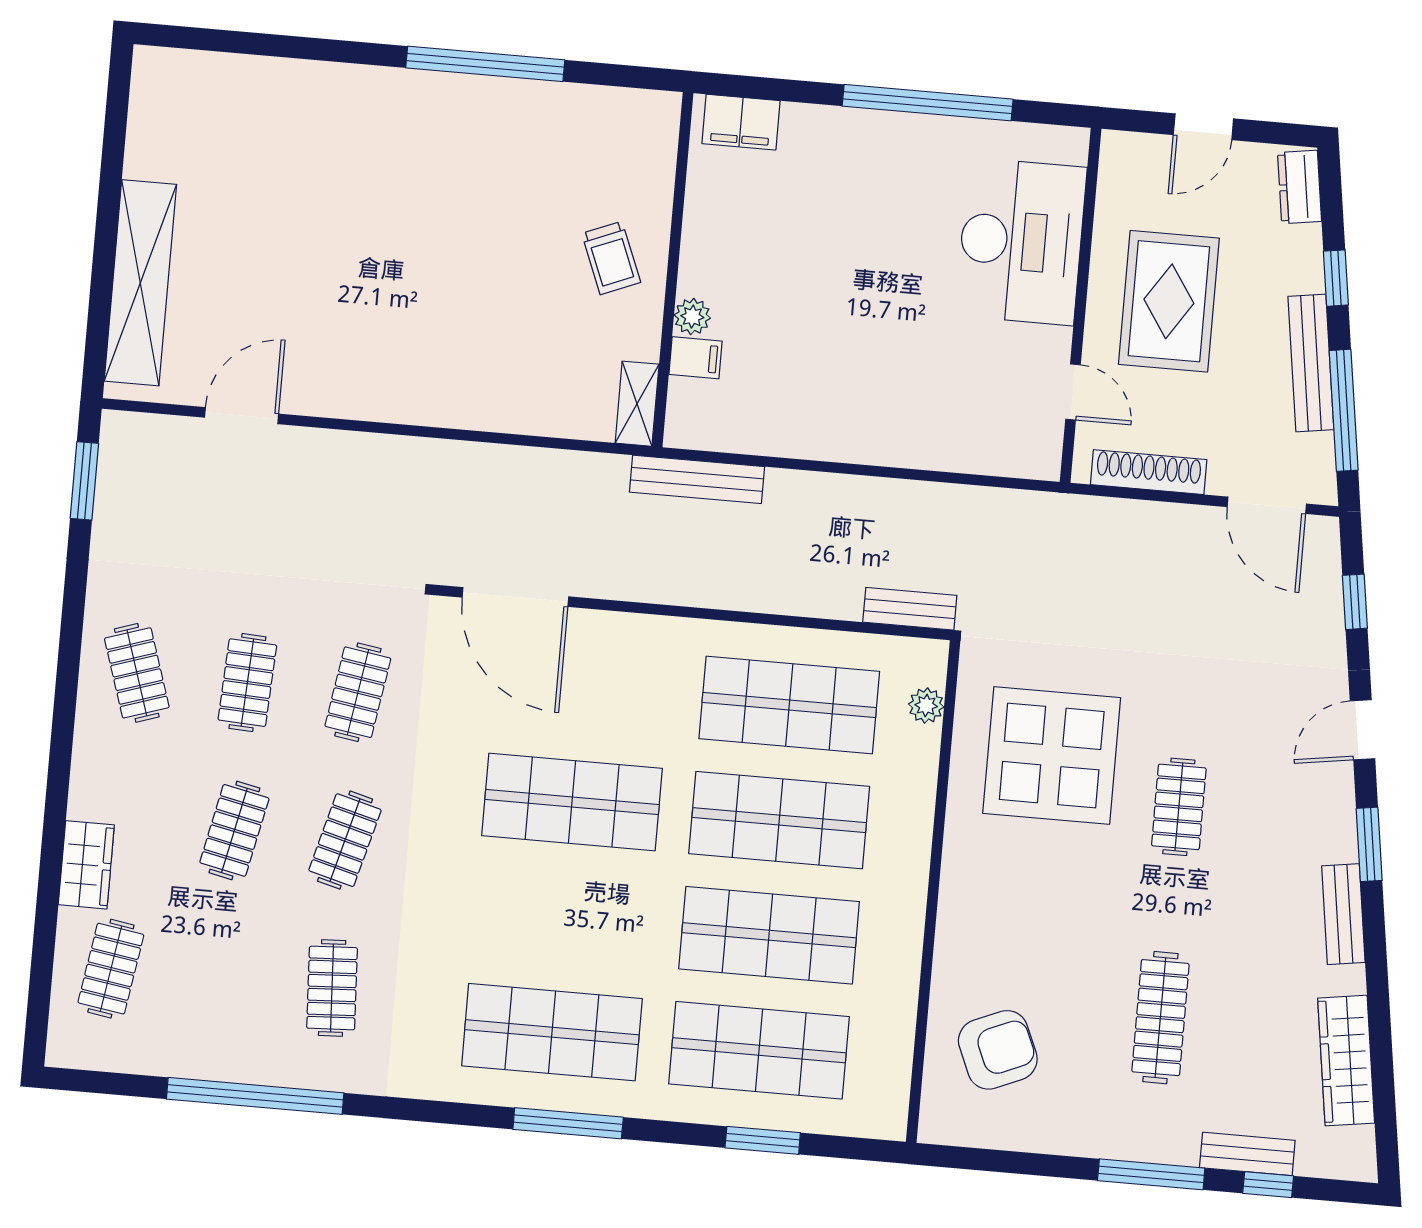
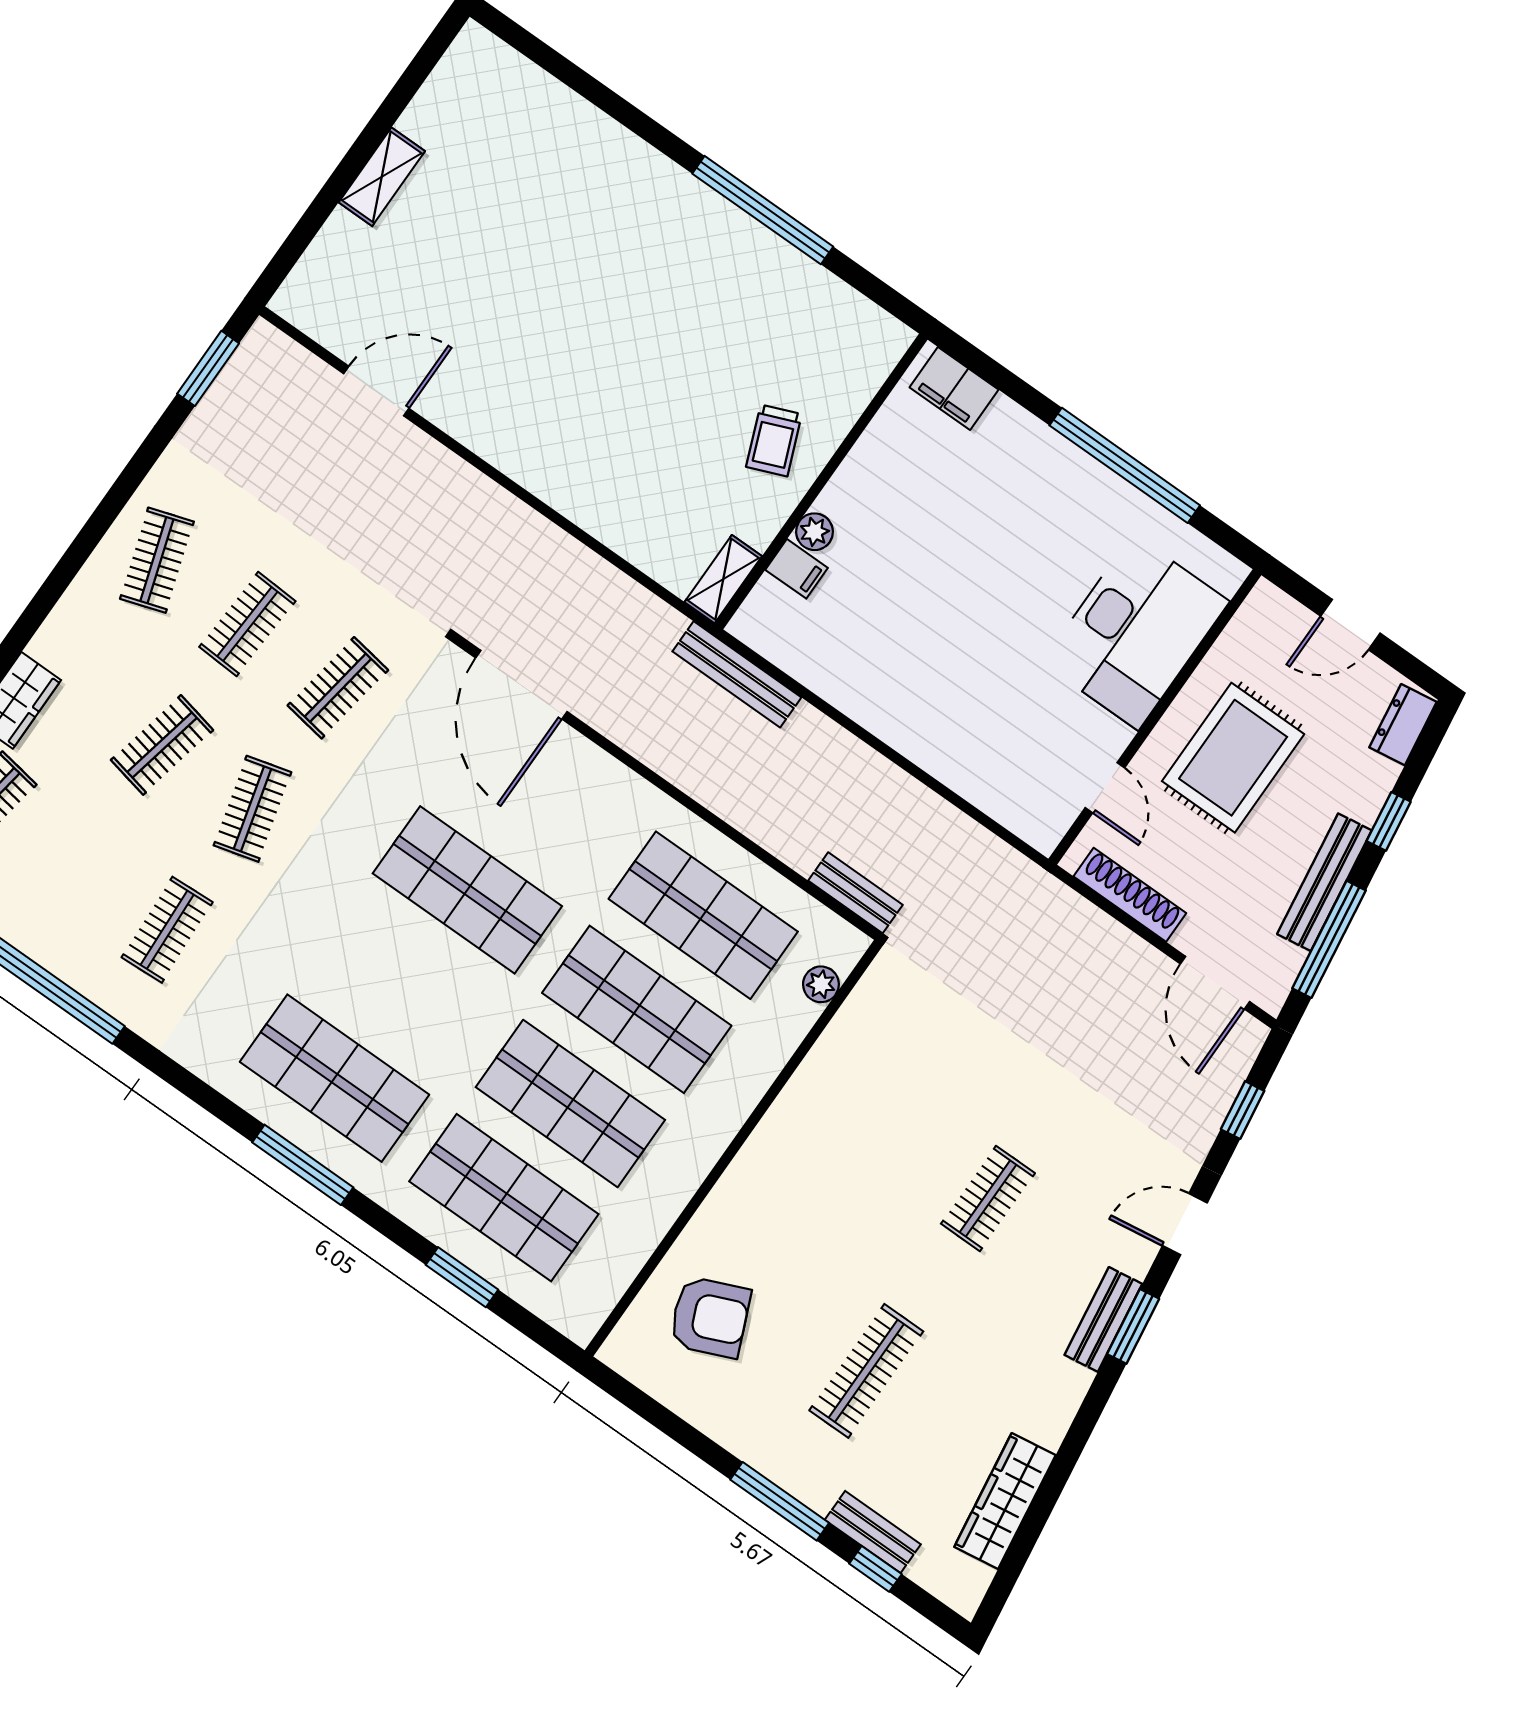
shelving: (140, 283) -> (382, 177), width x0.45, depth x0.75
display table: (1052, 755) -> (904, 1090), removed
clothes rail: (345, 840) -> (252, 809), turned -30
bench: (1343, 914) -> (1103, 1319), moved

